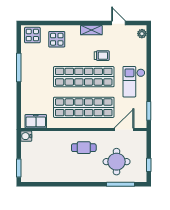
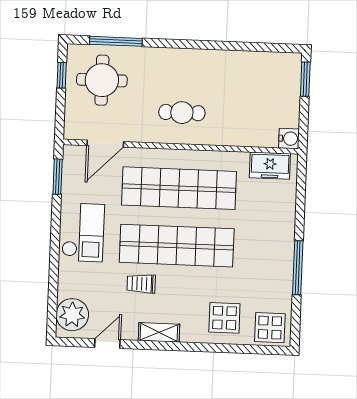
door: (119, 23) -> (107, 344), swing flipped
plant: (142, 34) -> (72, 315), width x1.88, depth x1.88
round table: (117, 162) -> (102, 80), moved

